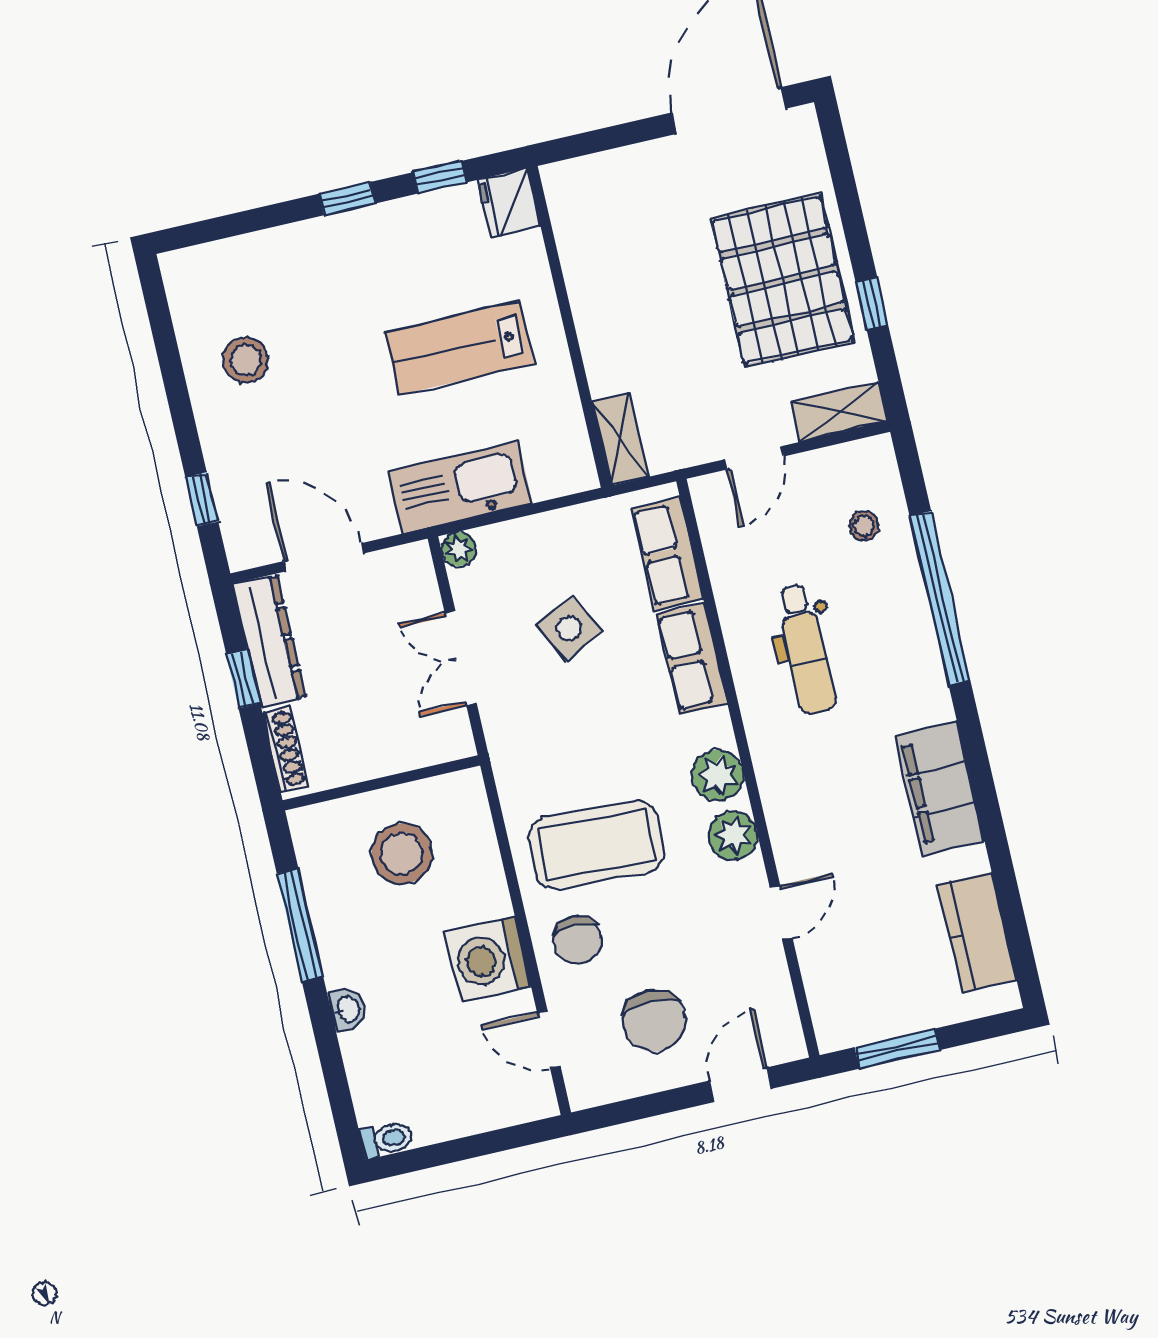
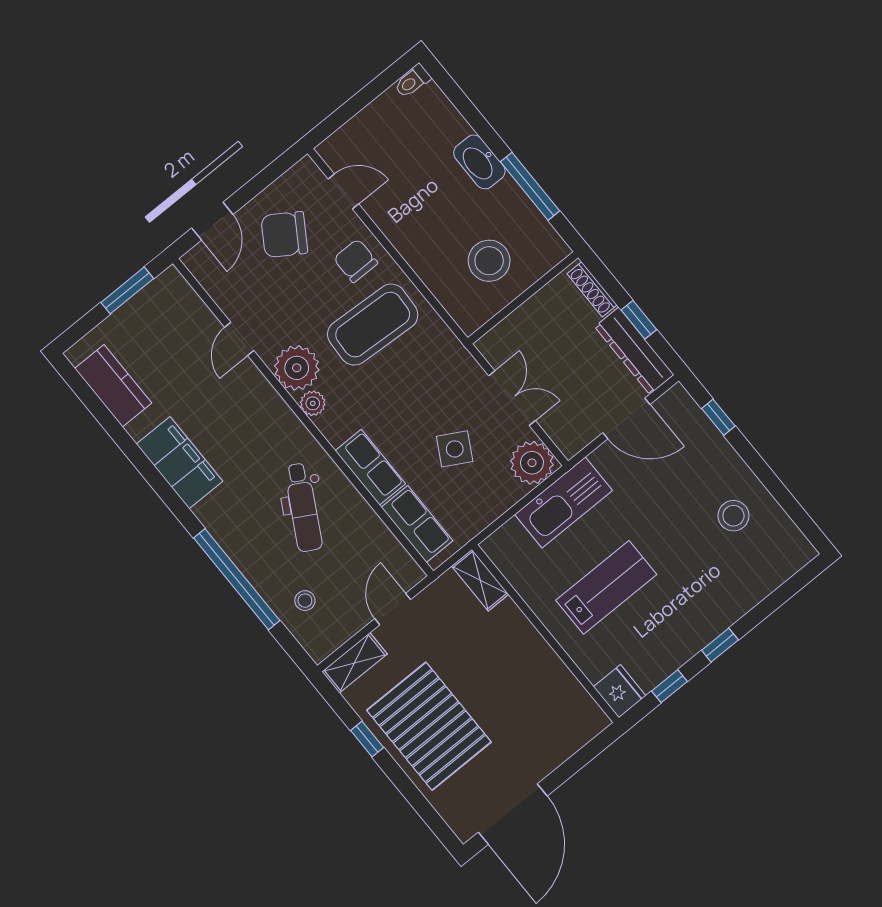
plant: (458, 549) -> (532, 463), width x1.87, depth x1.87
side table: (569, 628) -> (455, 449), turned -34
dental chair: (806, 649) -> (303, 507), turned -151
plant: (718, 775) -> (313, 403), width x0.73, depth x0.73
plant: (733, 835) -> (297, 368), width x1.36, depth x1.36
washing machine: (488, 960) -> (404, 222), removed
washbasin: (348, 1010) -> (479, 162), width x1.91, depth x1.45
chair: (654, 1021) -> (284, 234), turned -57

